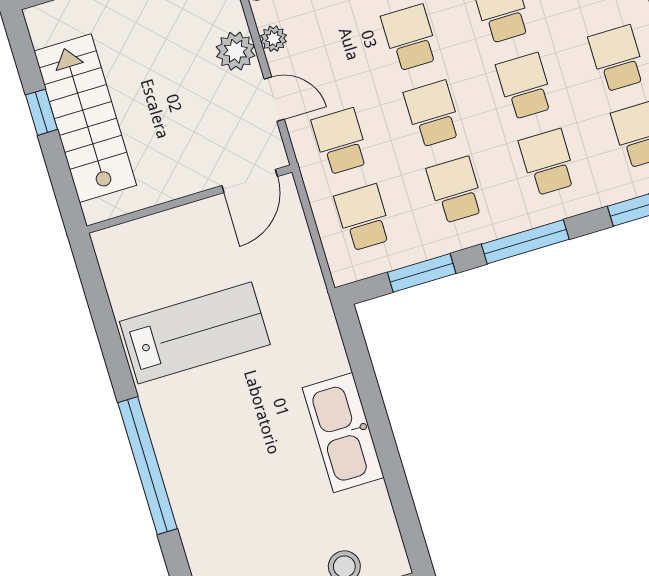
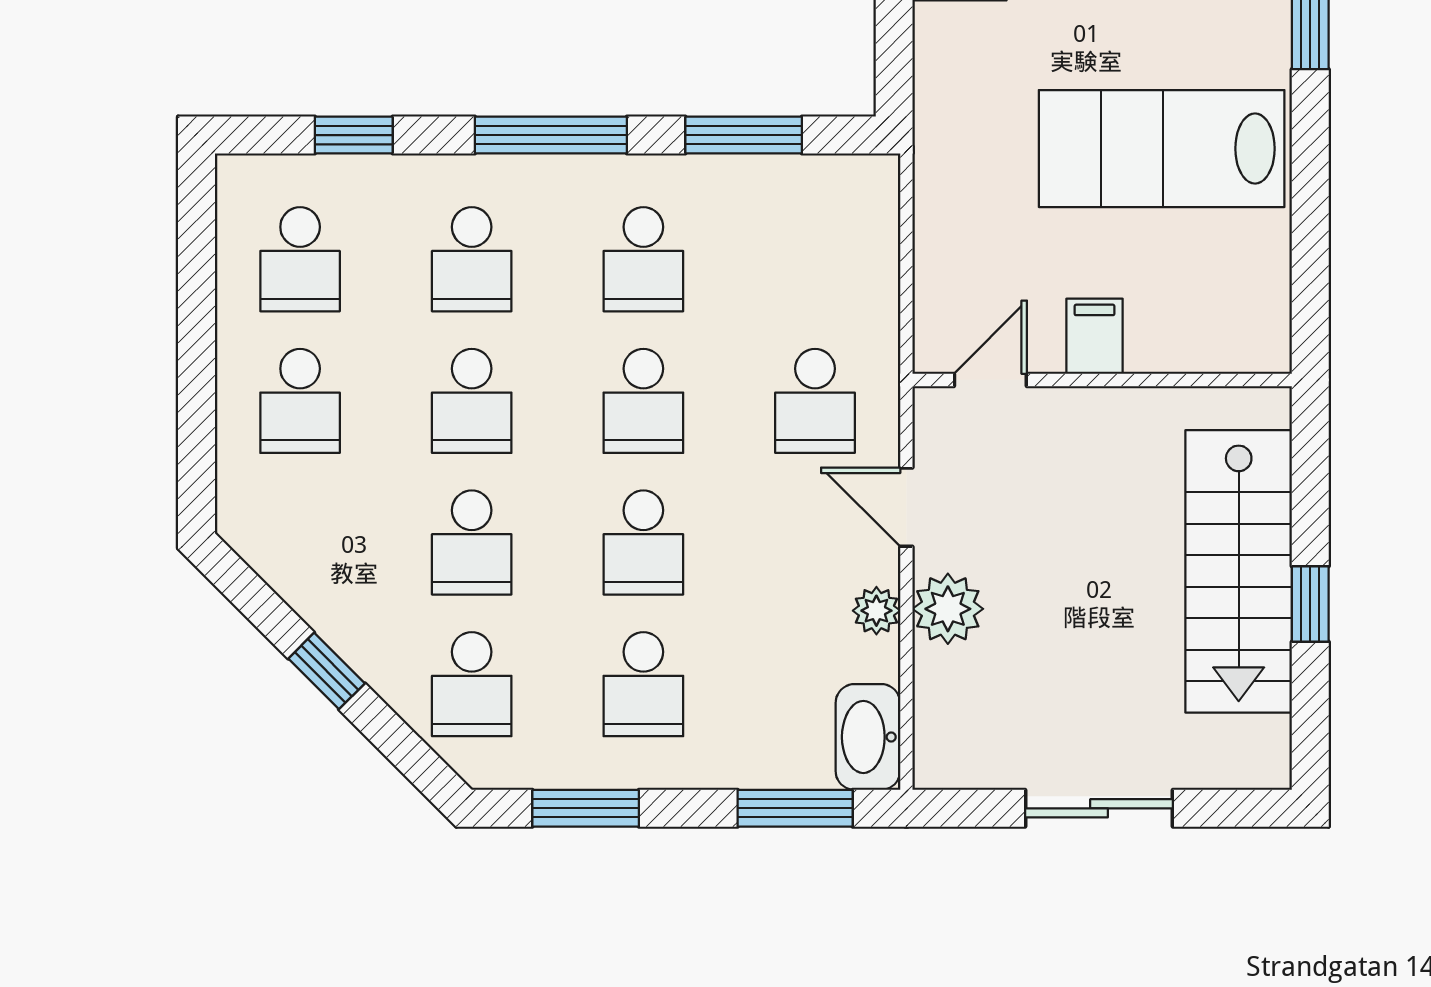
door: (250, 181) -> (990, 380), width x0.73
school desk: (363, 218) -> (815, 259), removed
filing cabinet: (201, 221) -> (1095, 336), added

